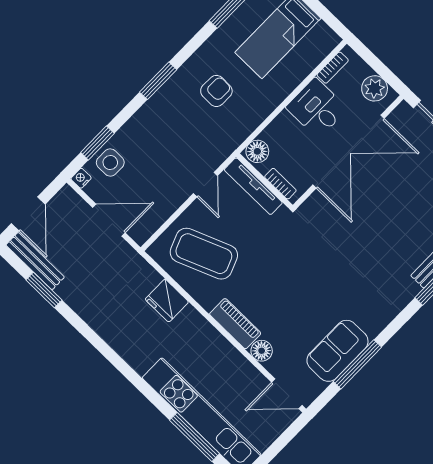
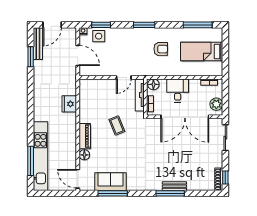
desk: (317, 108) -> (178, 90), moved
coffee table: (204, 254) -> (117, 126), moved, width x0.54, depth x0.58

